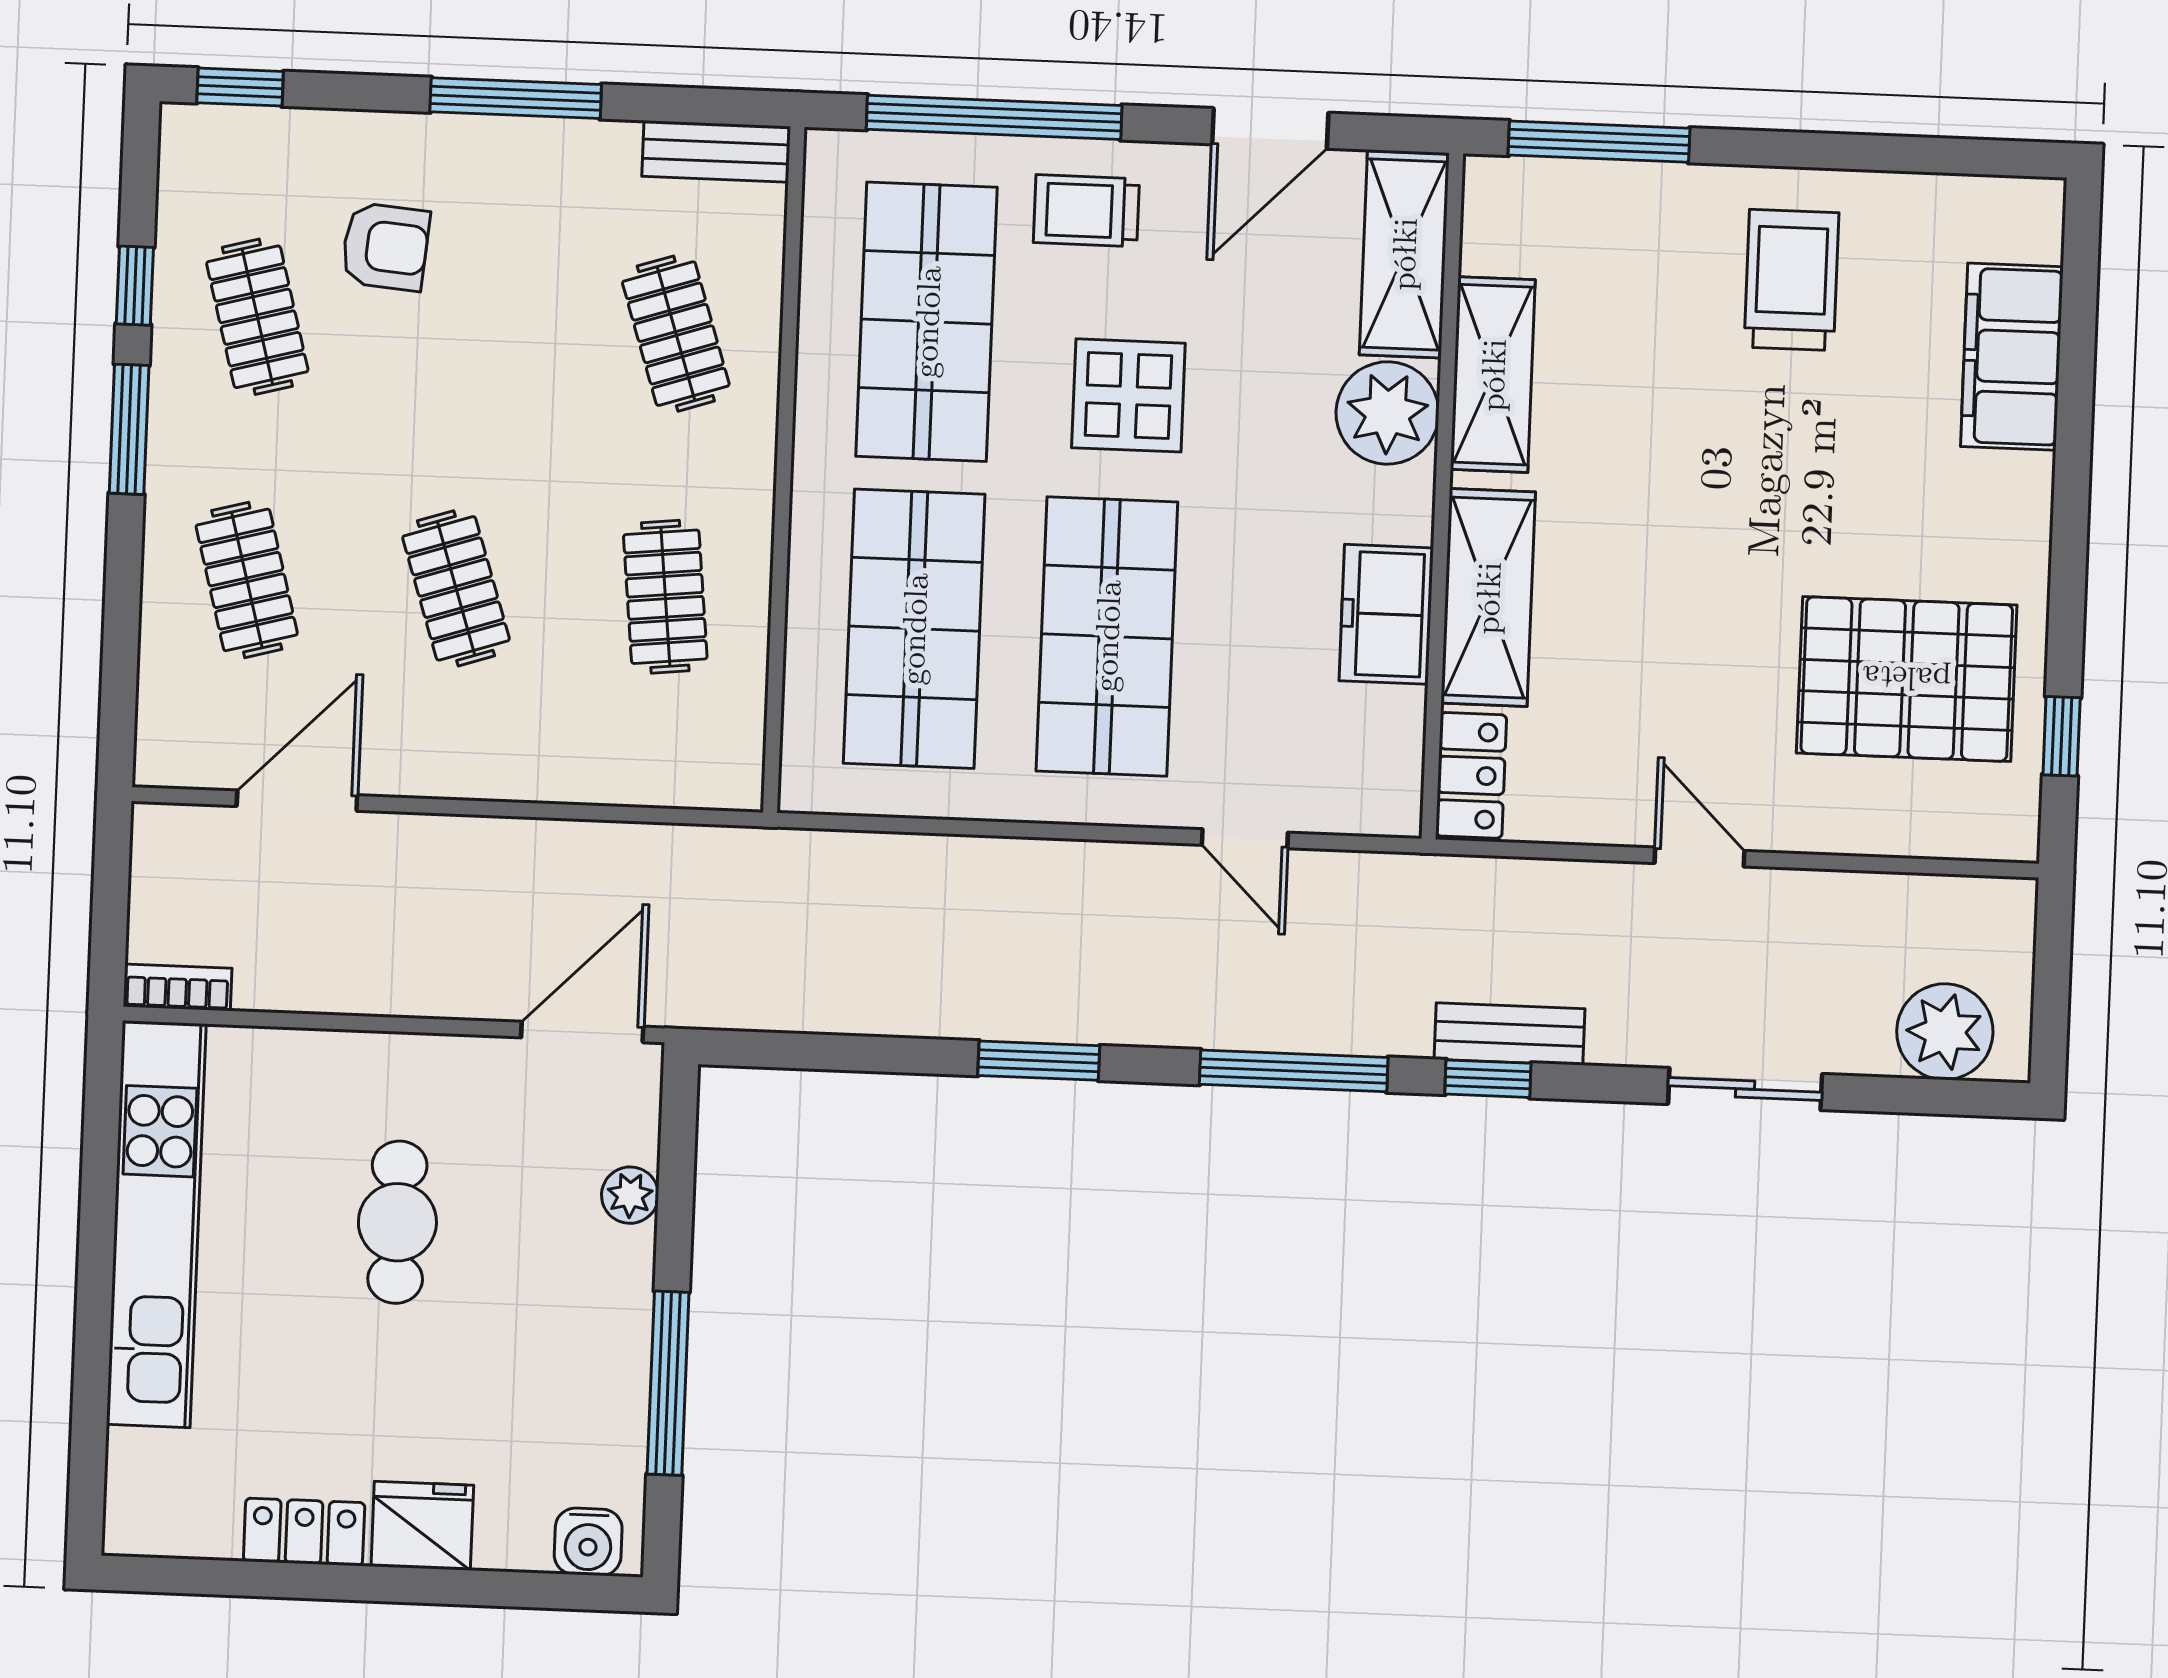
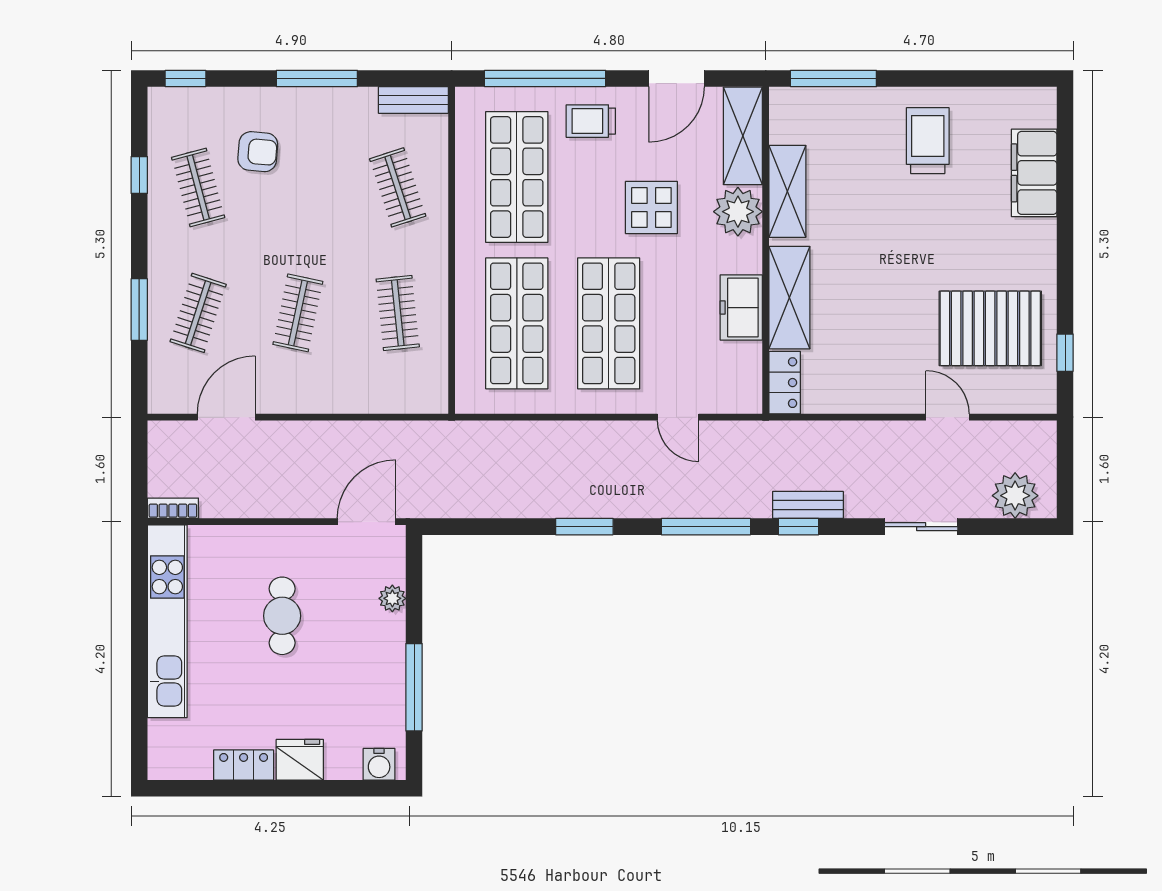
display table: (1128, 395) -> (651, 207), moved
window: (129, 429) -> (139, 309), moved
clothes rail: (247, 580) -> (198, 313), turned 33
clothes rail: (456, 588) -> (298, 313), turned 30
door: (1700, 857) -> (947, 417), moved

